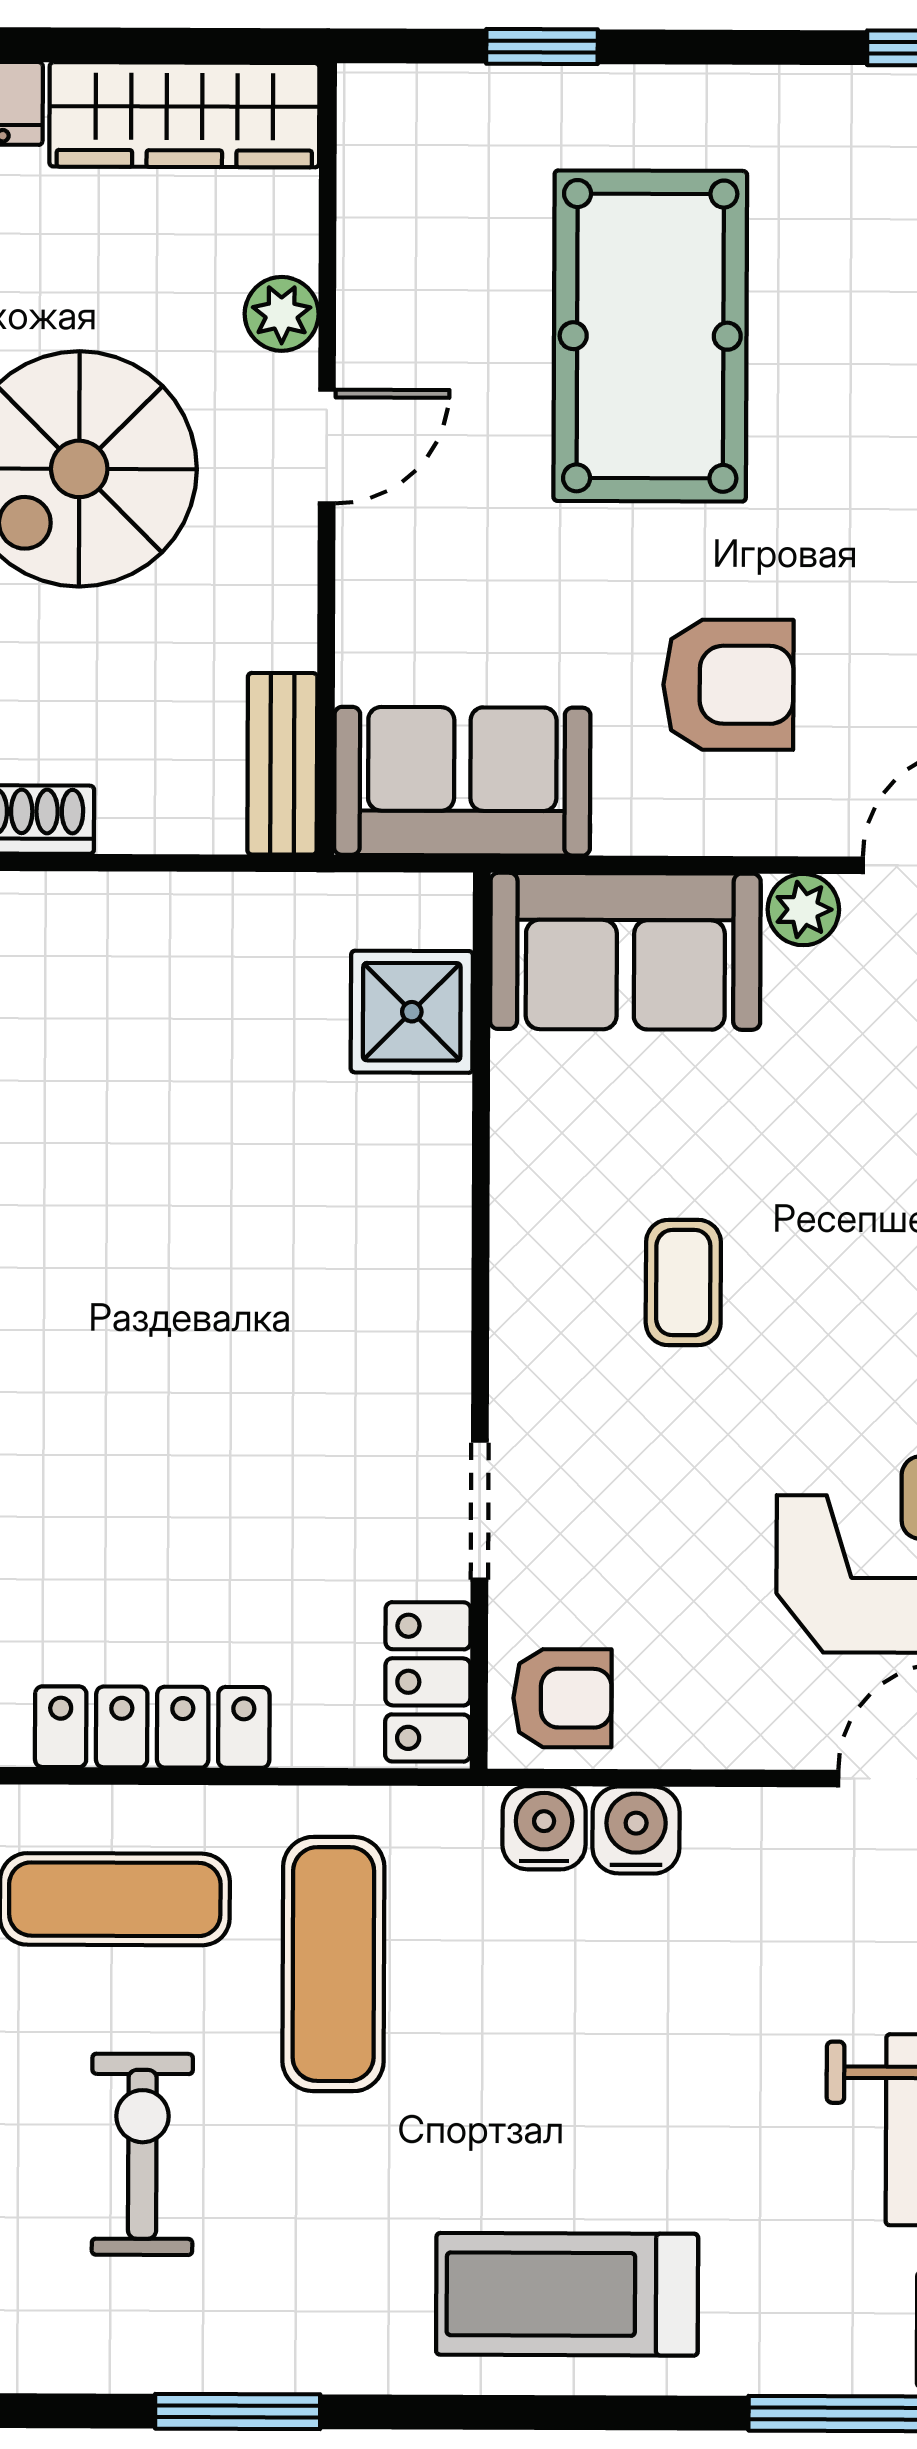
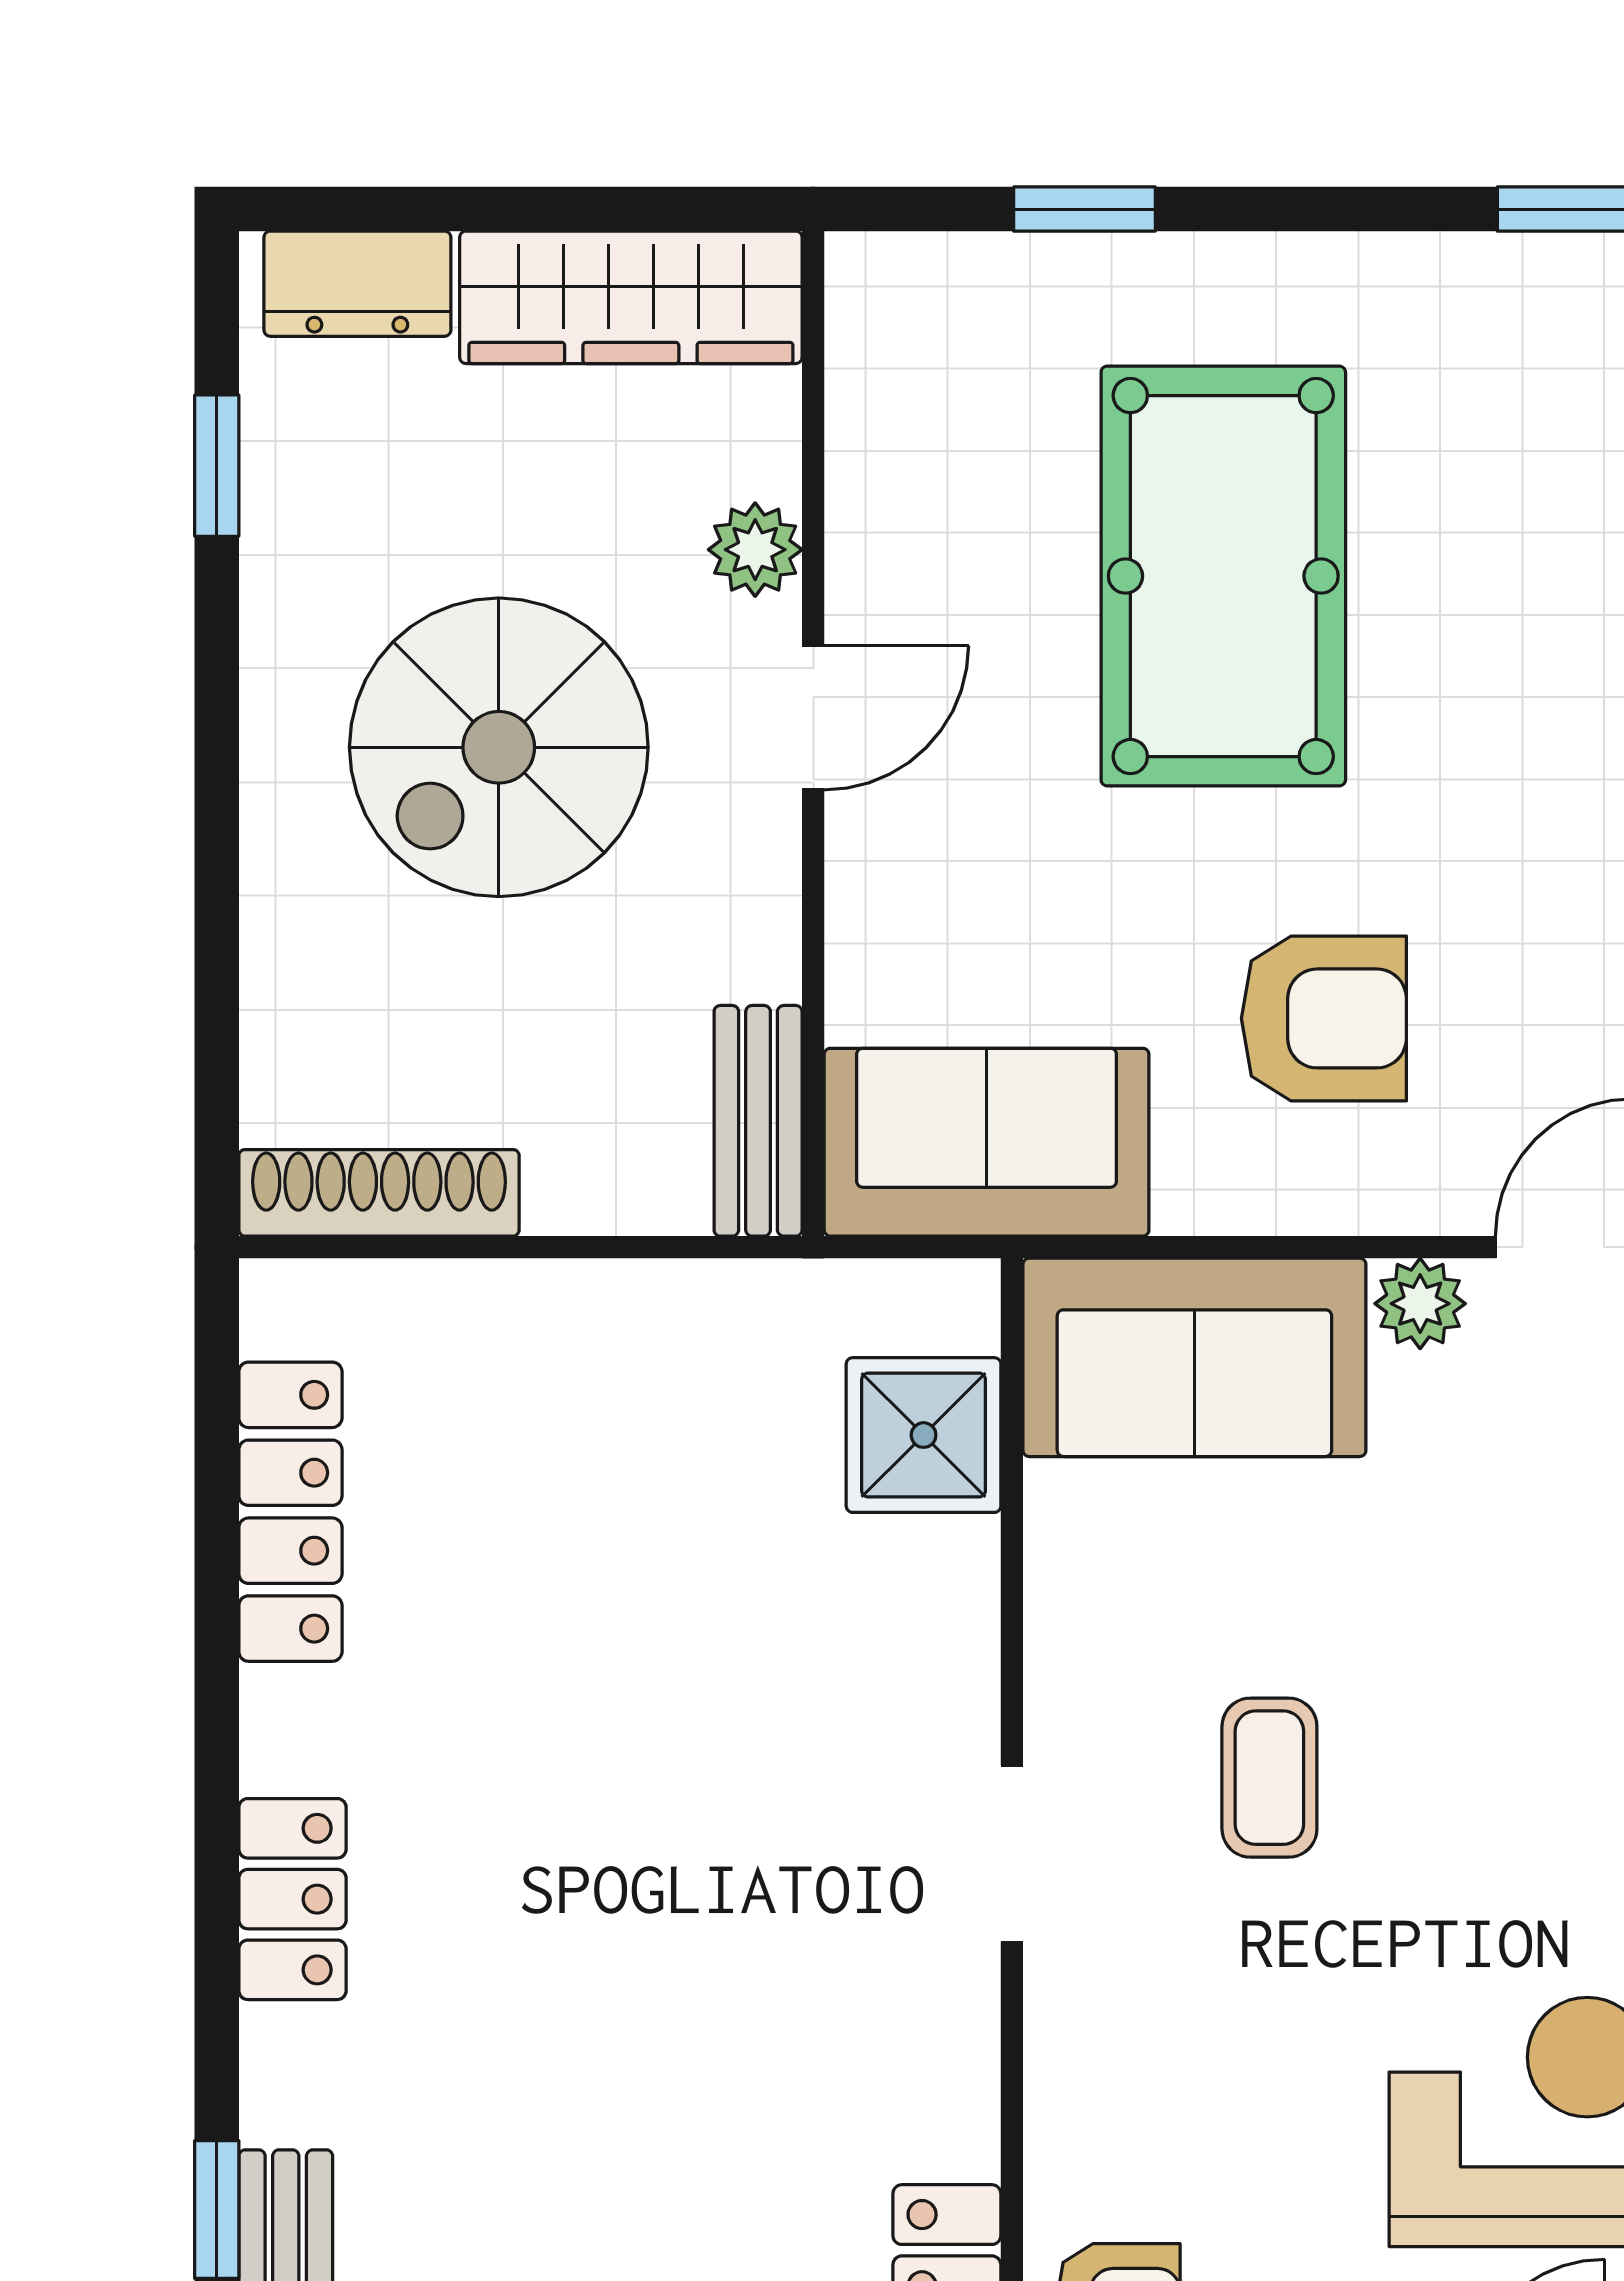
doorway: (480, 1510) -> (1012, 1854), moved

